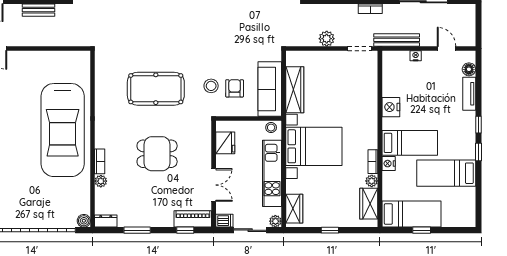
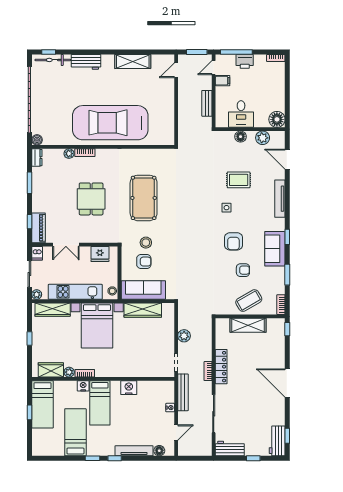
tv unit: (469, 94) -> (134, 451), width x1.41
wardrobe: (294, 209) -> (53, 310), width x1.50

